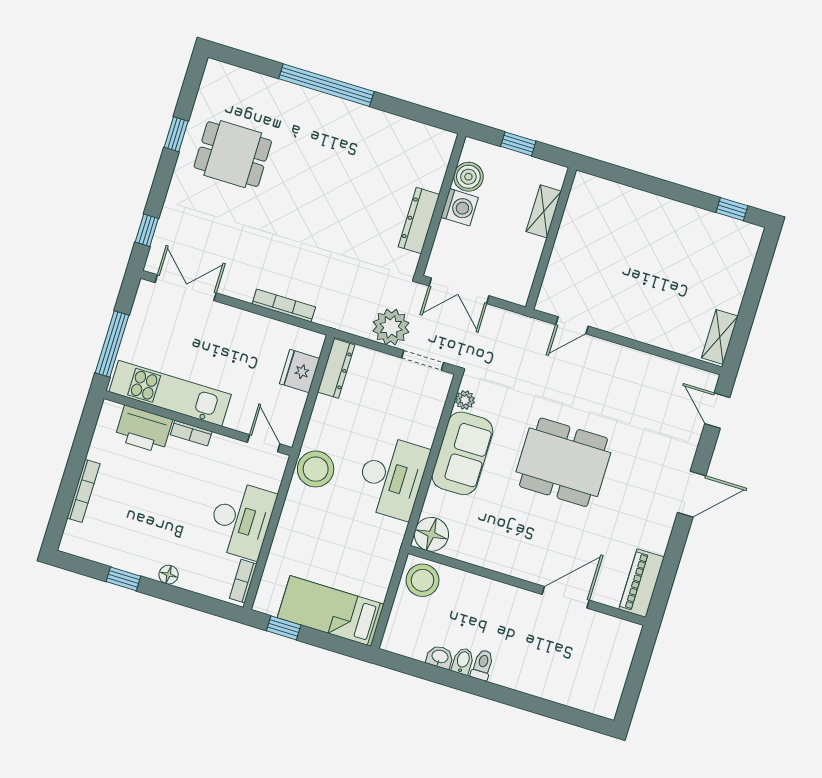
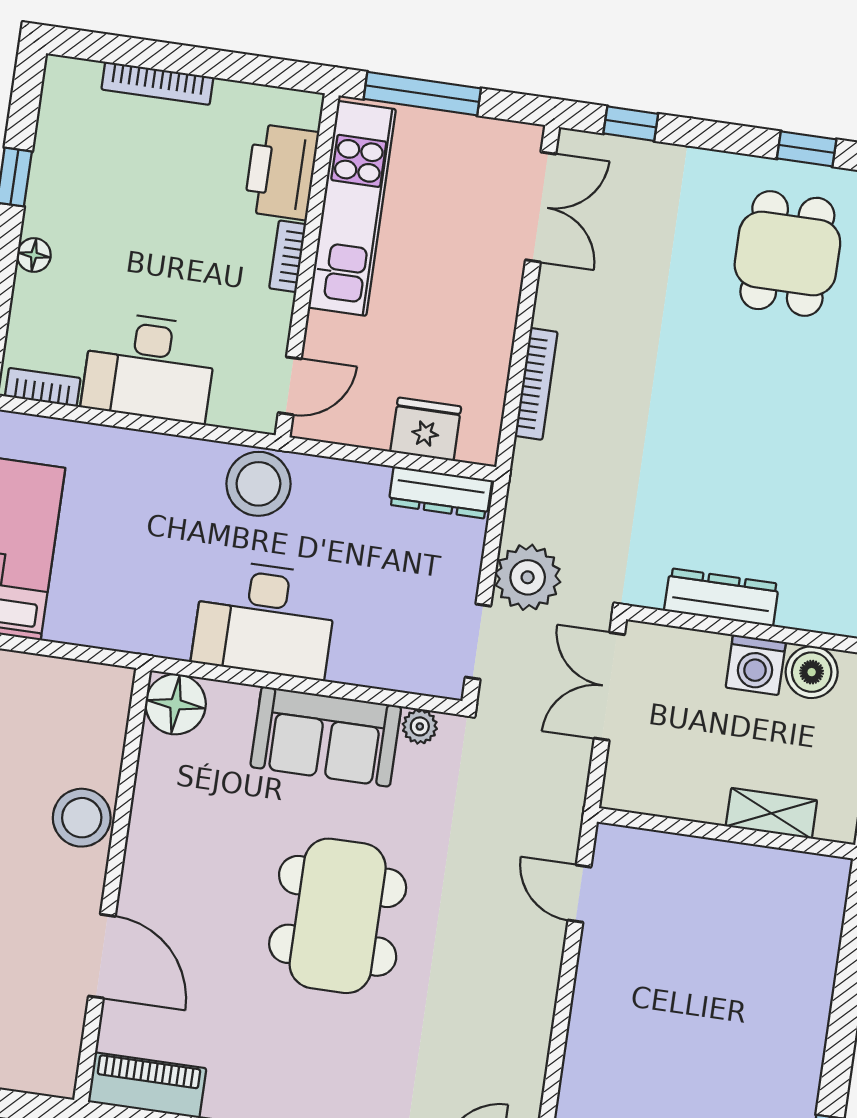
stool: (422, 580) -> (82, 818), moved

